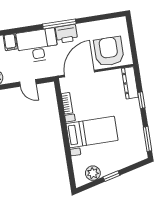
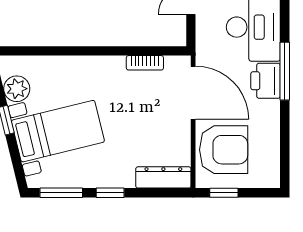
window: (133, 47) -> (224, 193), added
window: (141, 100) -> (110, 193), moved
bed with nightstands: (92, 132) -> (58, 131), moved, turned -104

